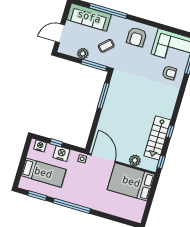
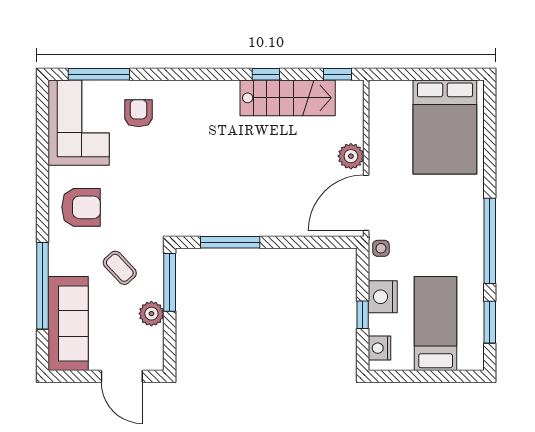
plant: (135, 160) -> (351, 156), moved
bed: (131, 182) -> (445, 127), moved

